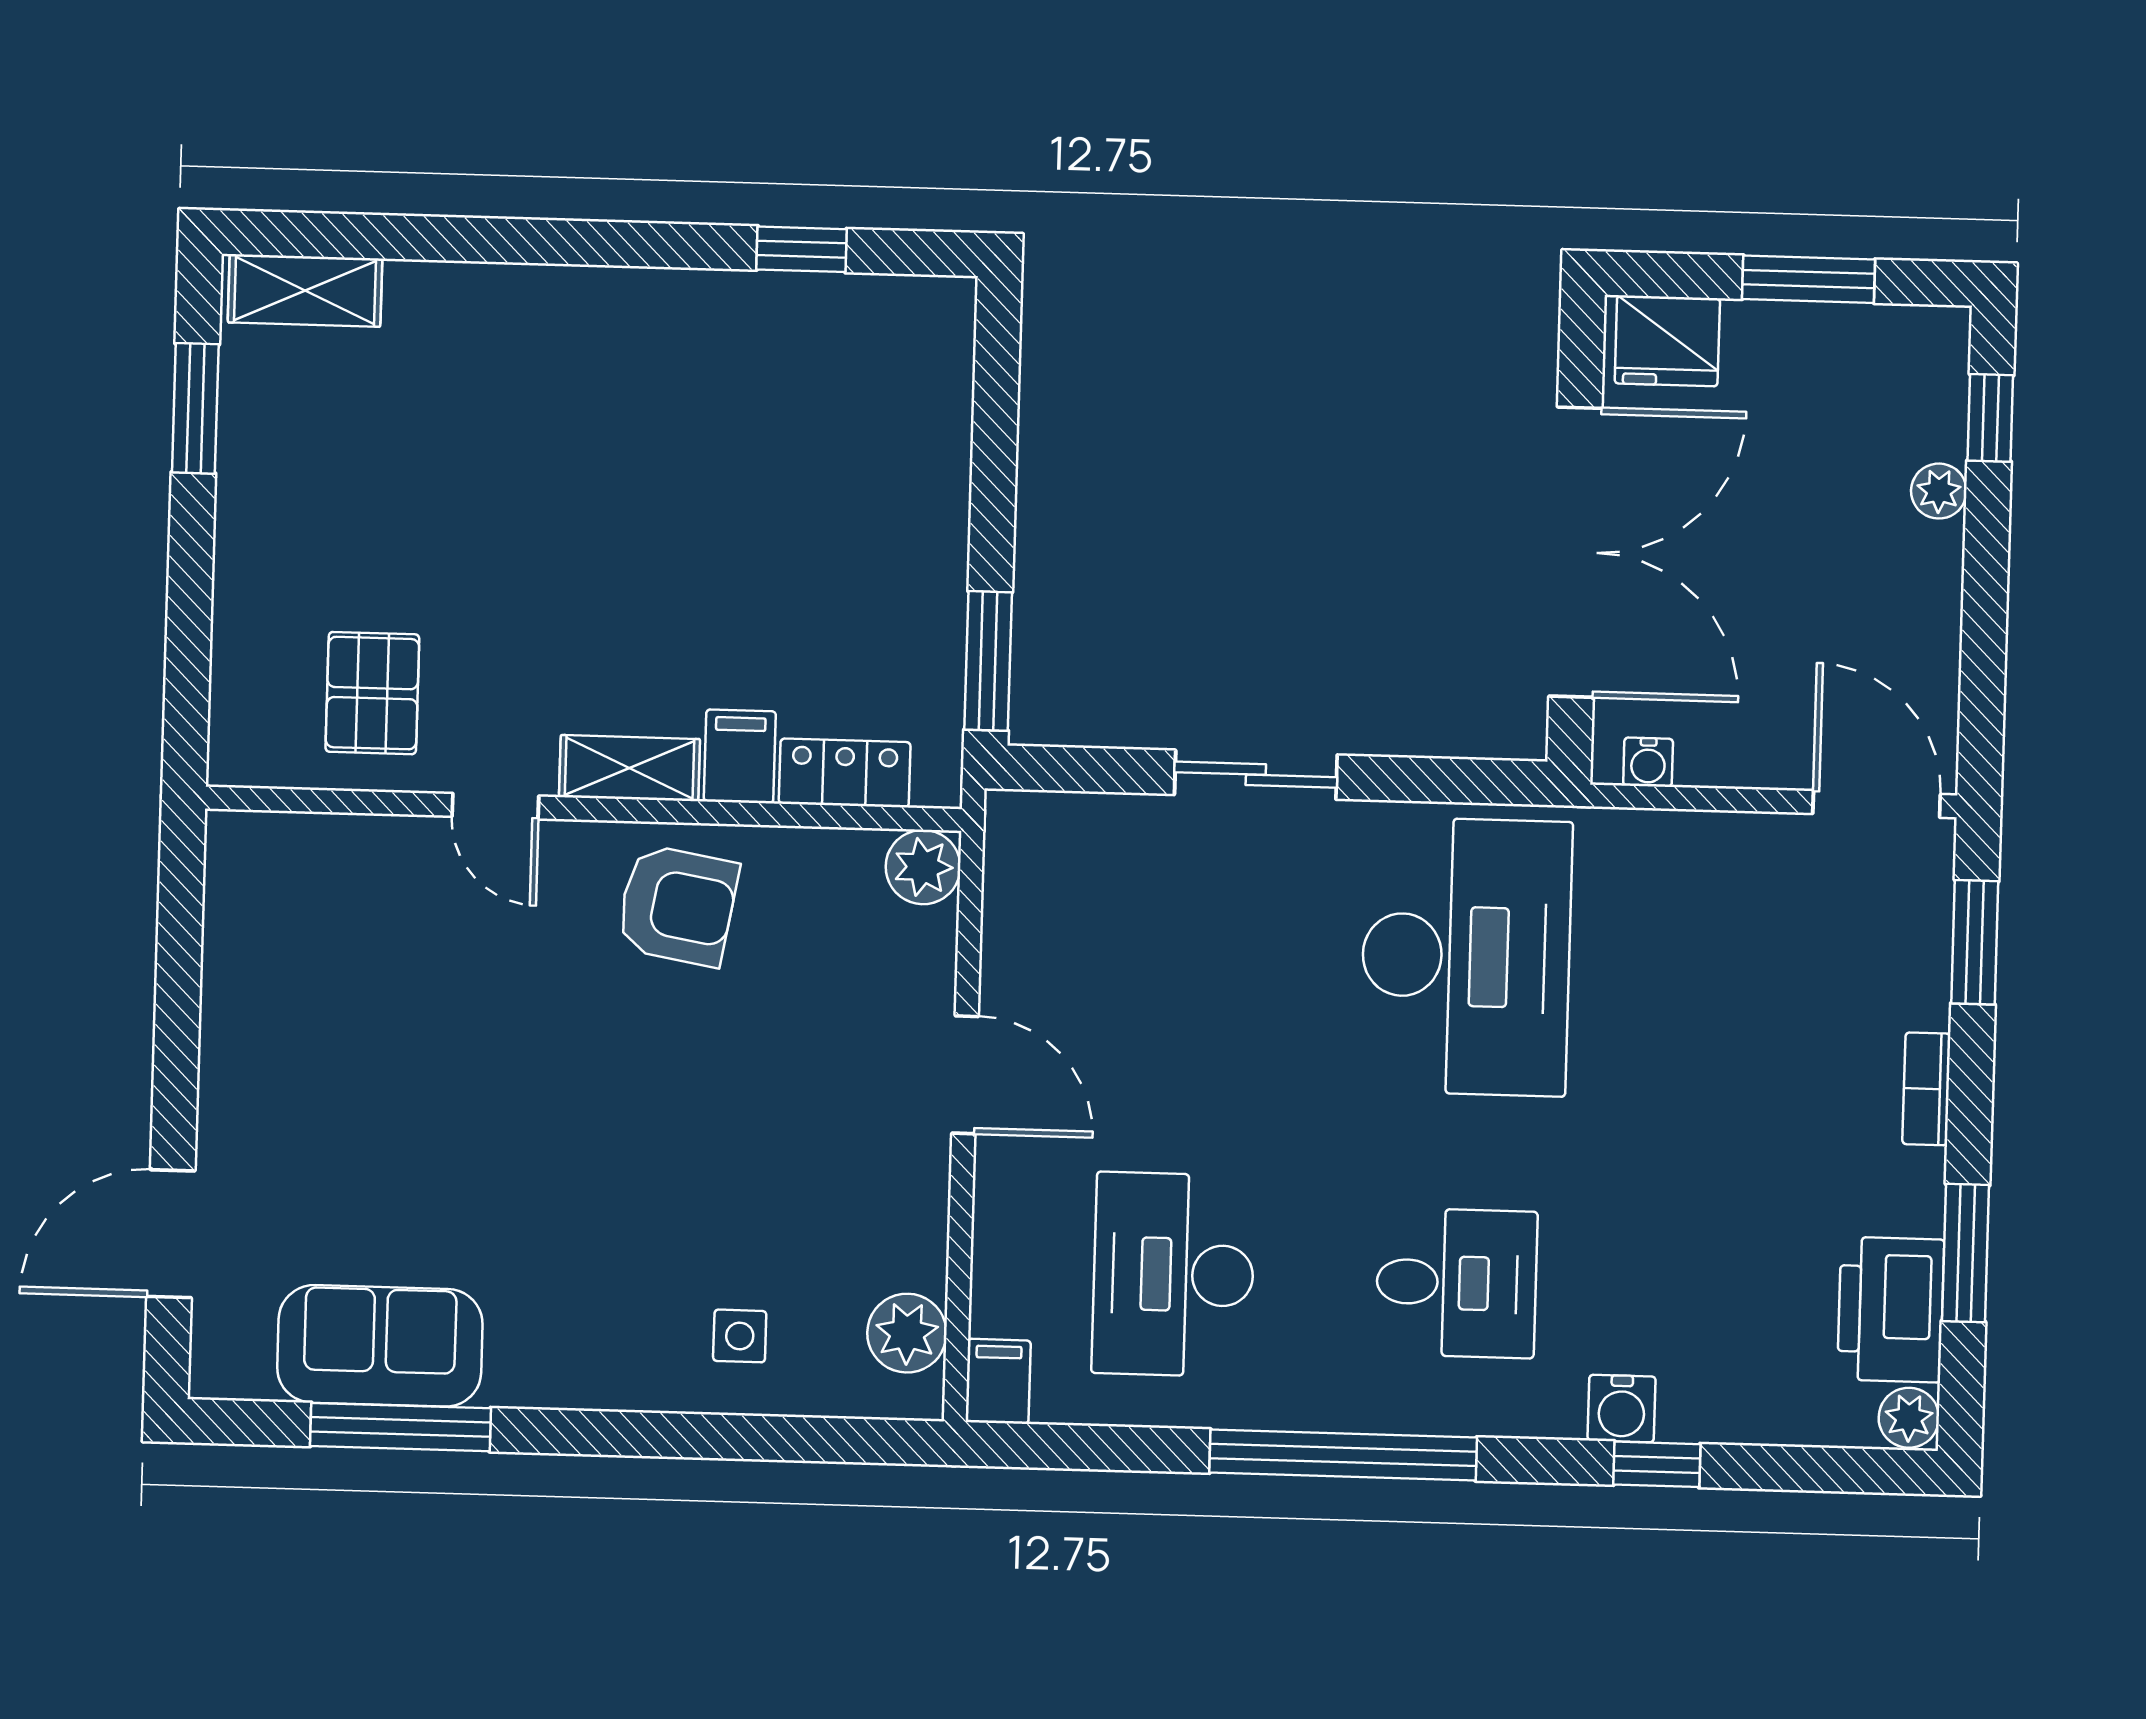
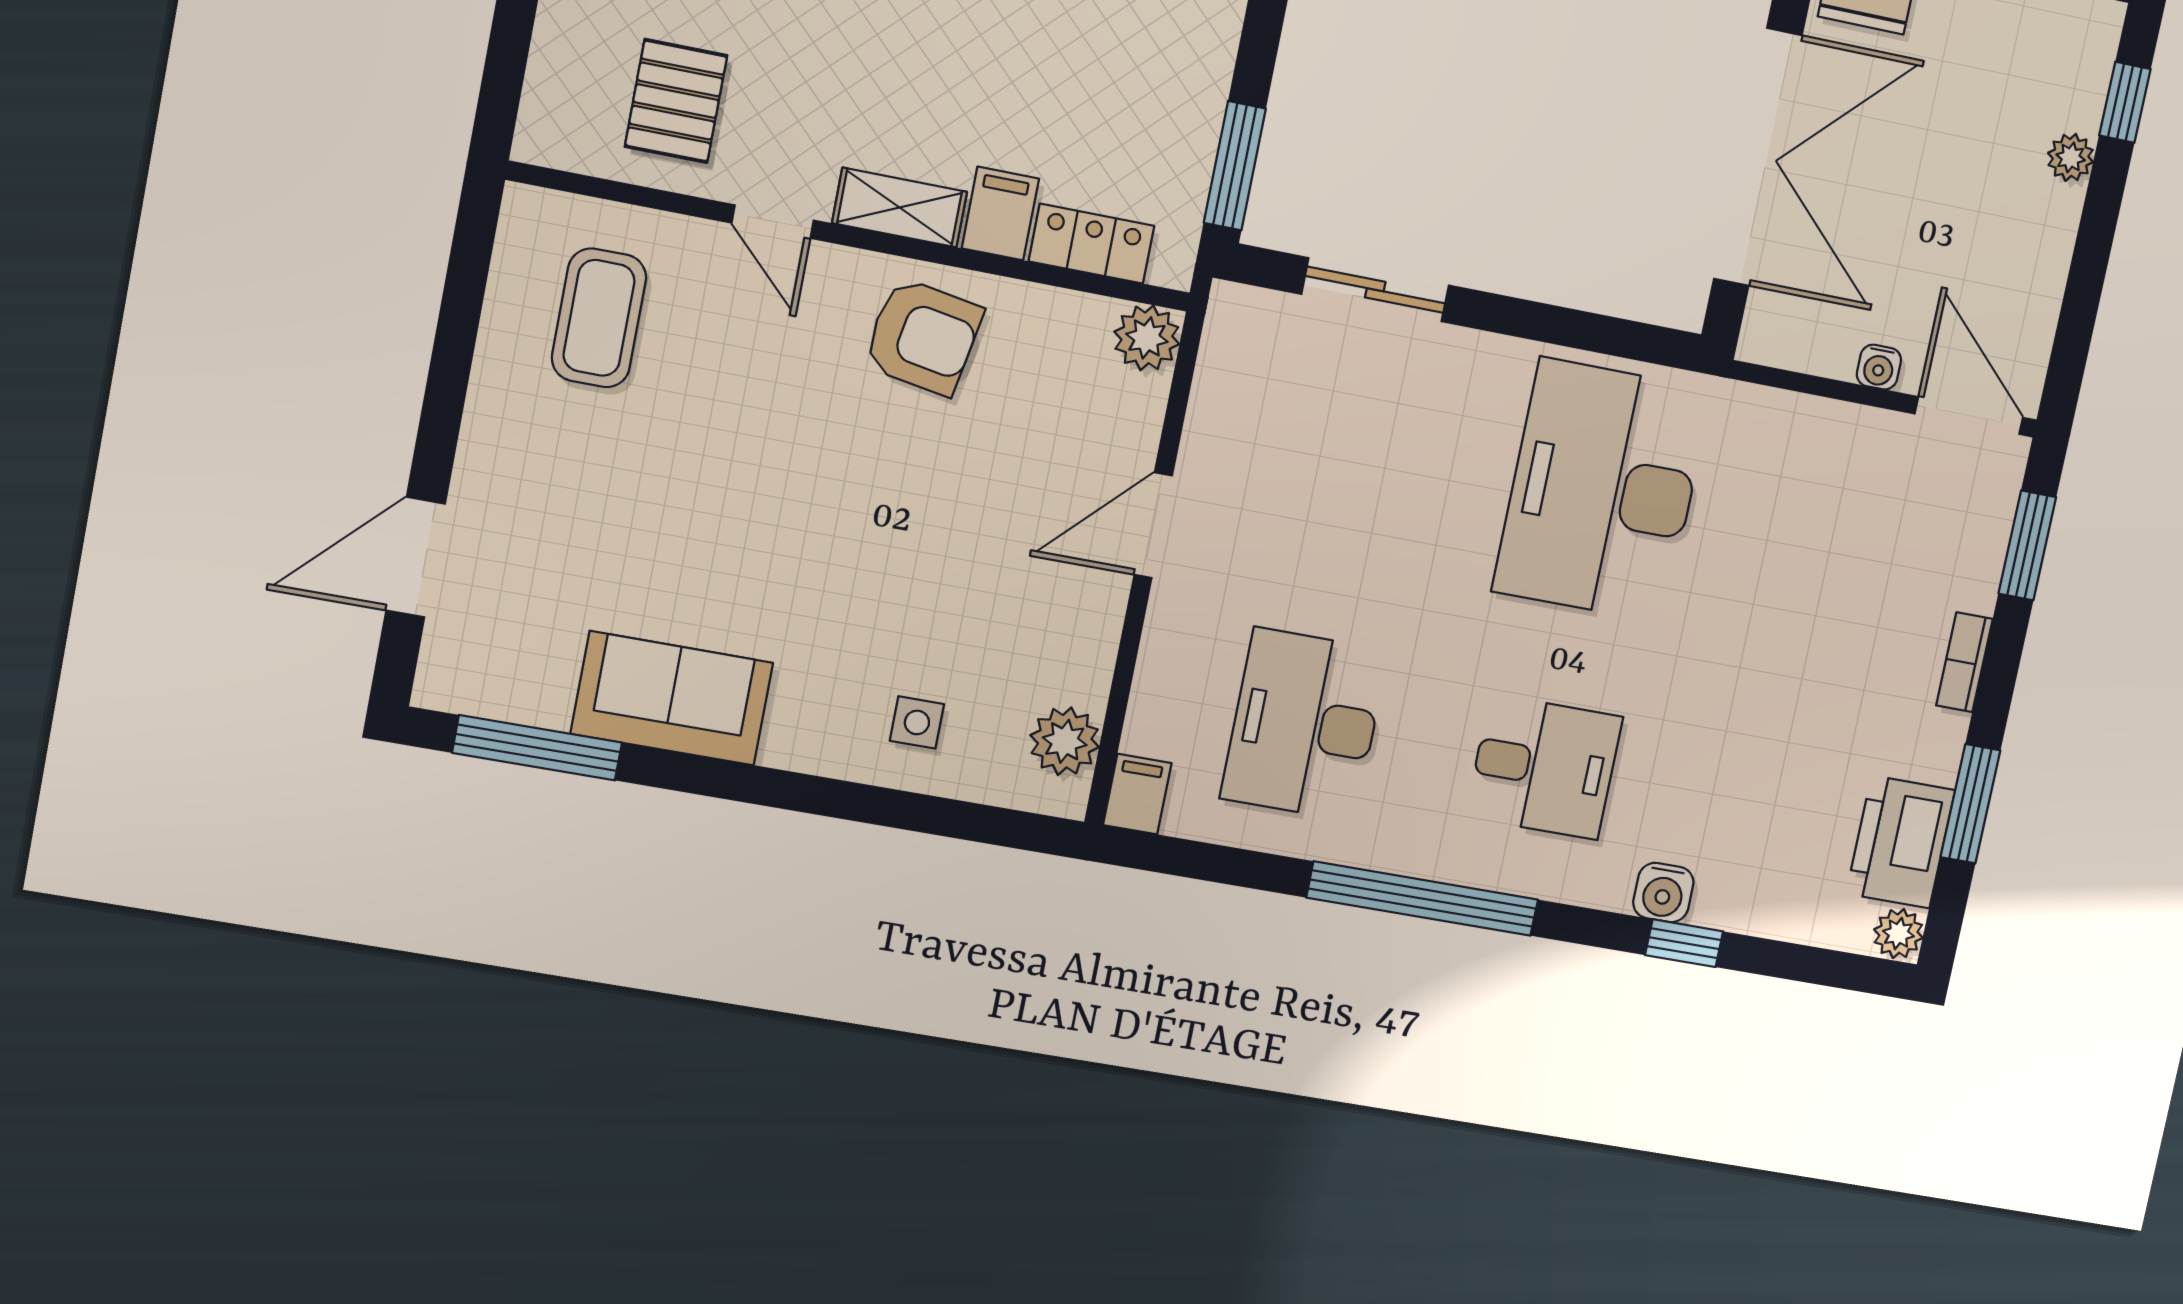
water cooler: (1648, 762) -> (1879, 367), moved
sliding door: (1256, 775) -> (1375, 290), moved
coffee table: (326, 941) -> (599, 318), added
desk: (1466, 956) -> (1602, 490), turned 180
door: (965, 1075) -> (1153, 525), swing flipped
sofa: (380, 1346) -> (672, 698), moved
window: (400, 1427) -> (537, 748), moved

